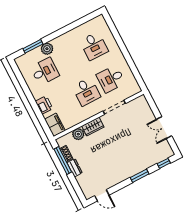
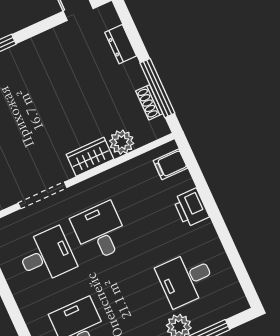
filing cabinet: (55, 125) -> (170, 164), width x0.50
dresser: (75, 168) -> (121, 44), moved

